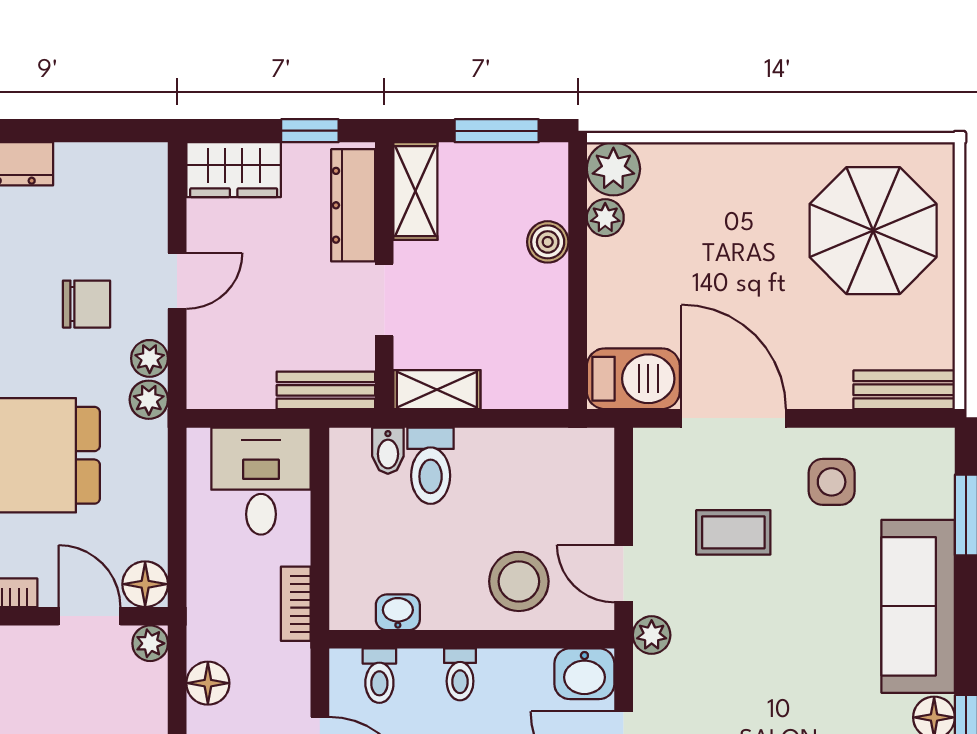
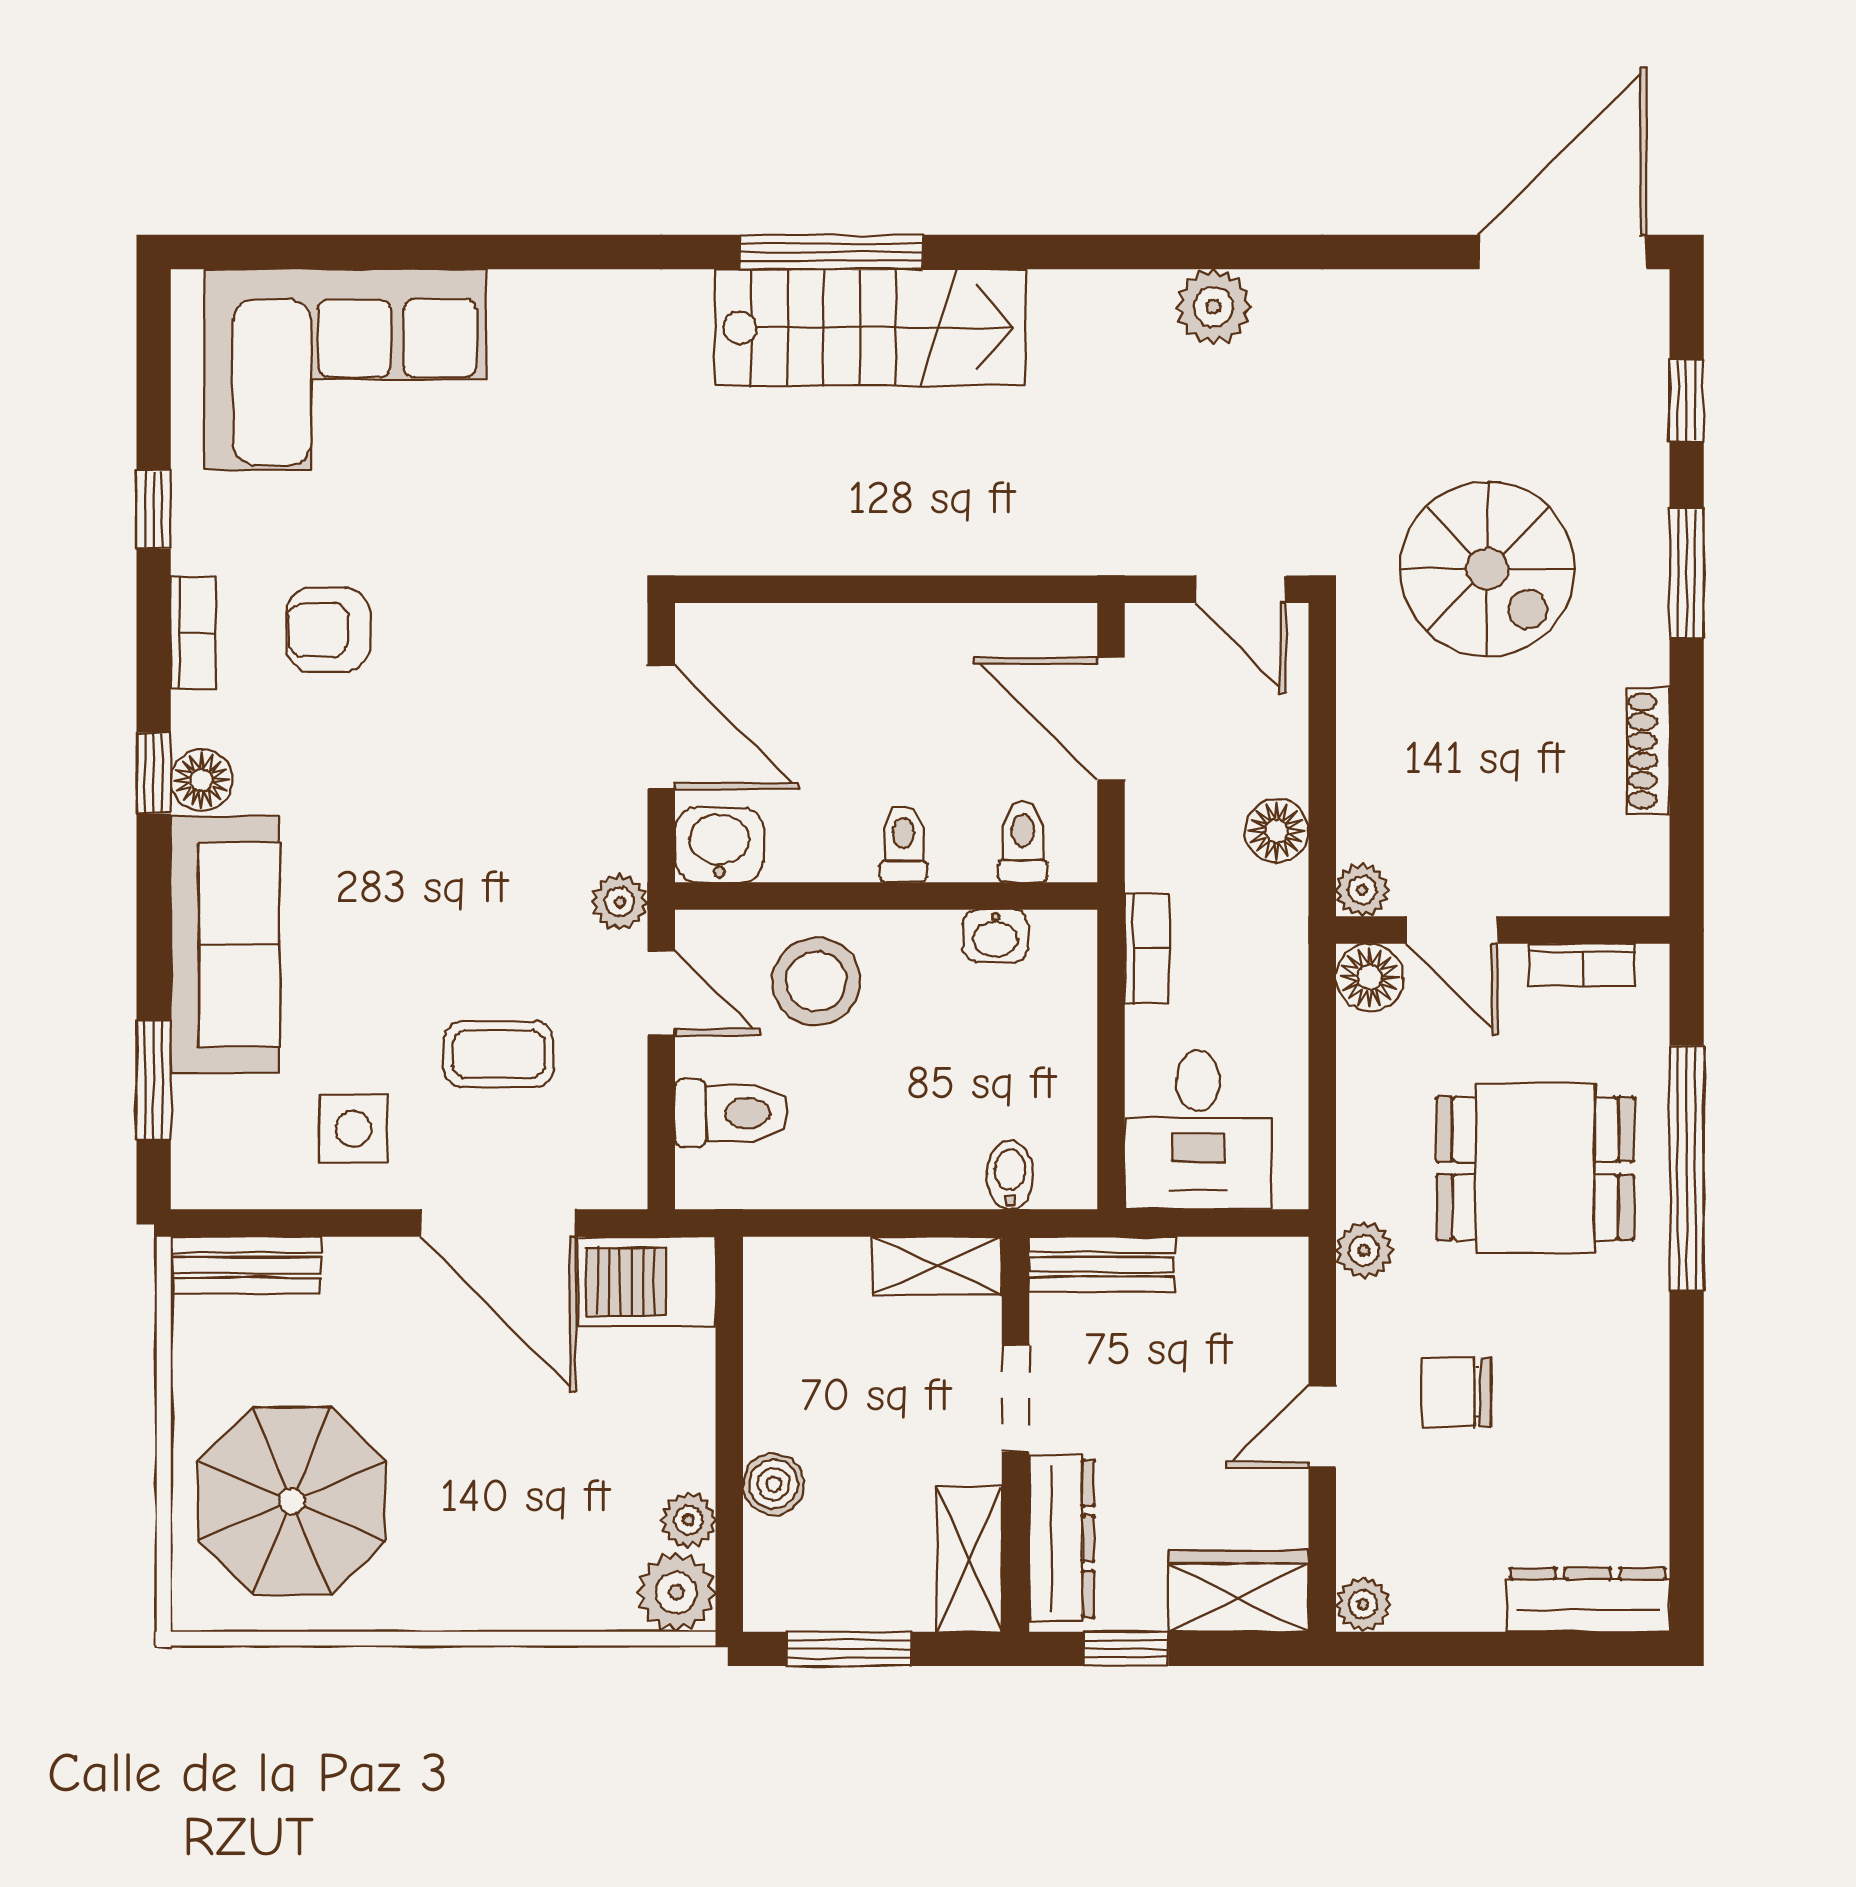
plant: (150, 358) -> (1363, 1604), moved
toilet: (431, 466) -> (731, 1113), moved, turned 90

